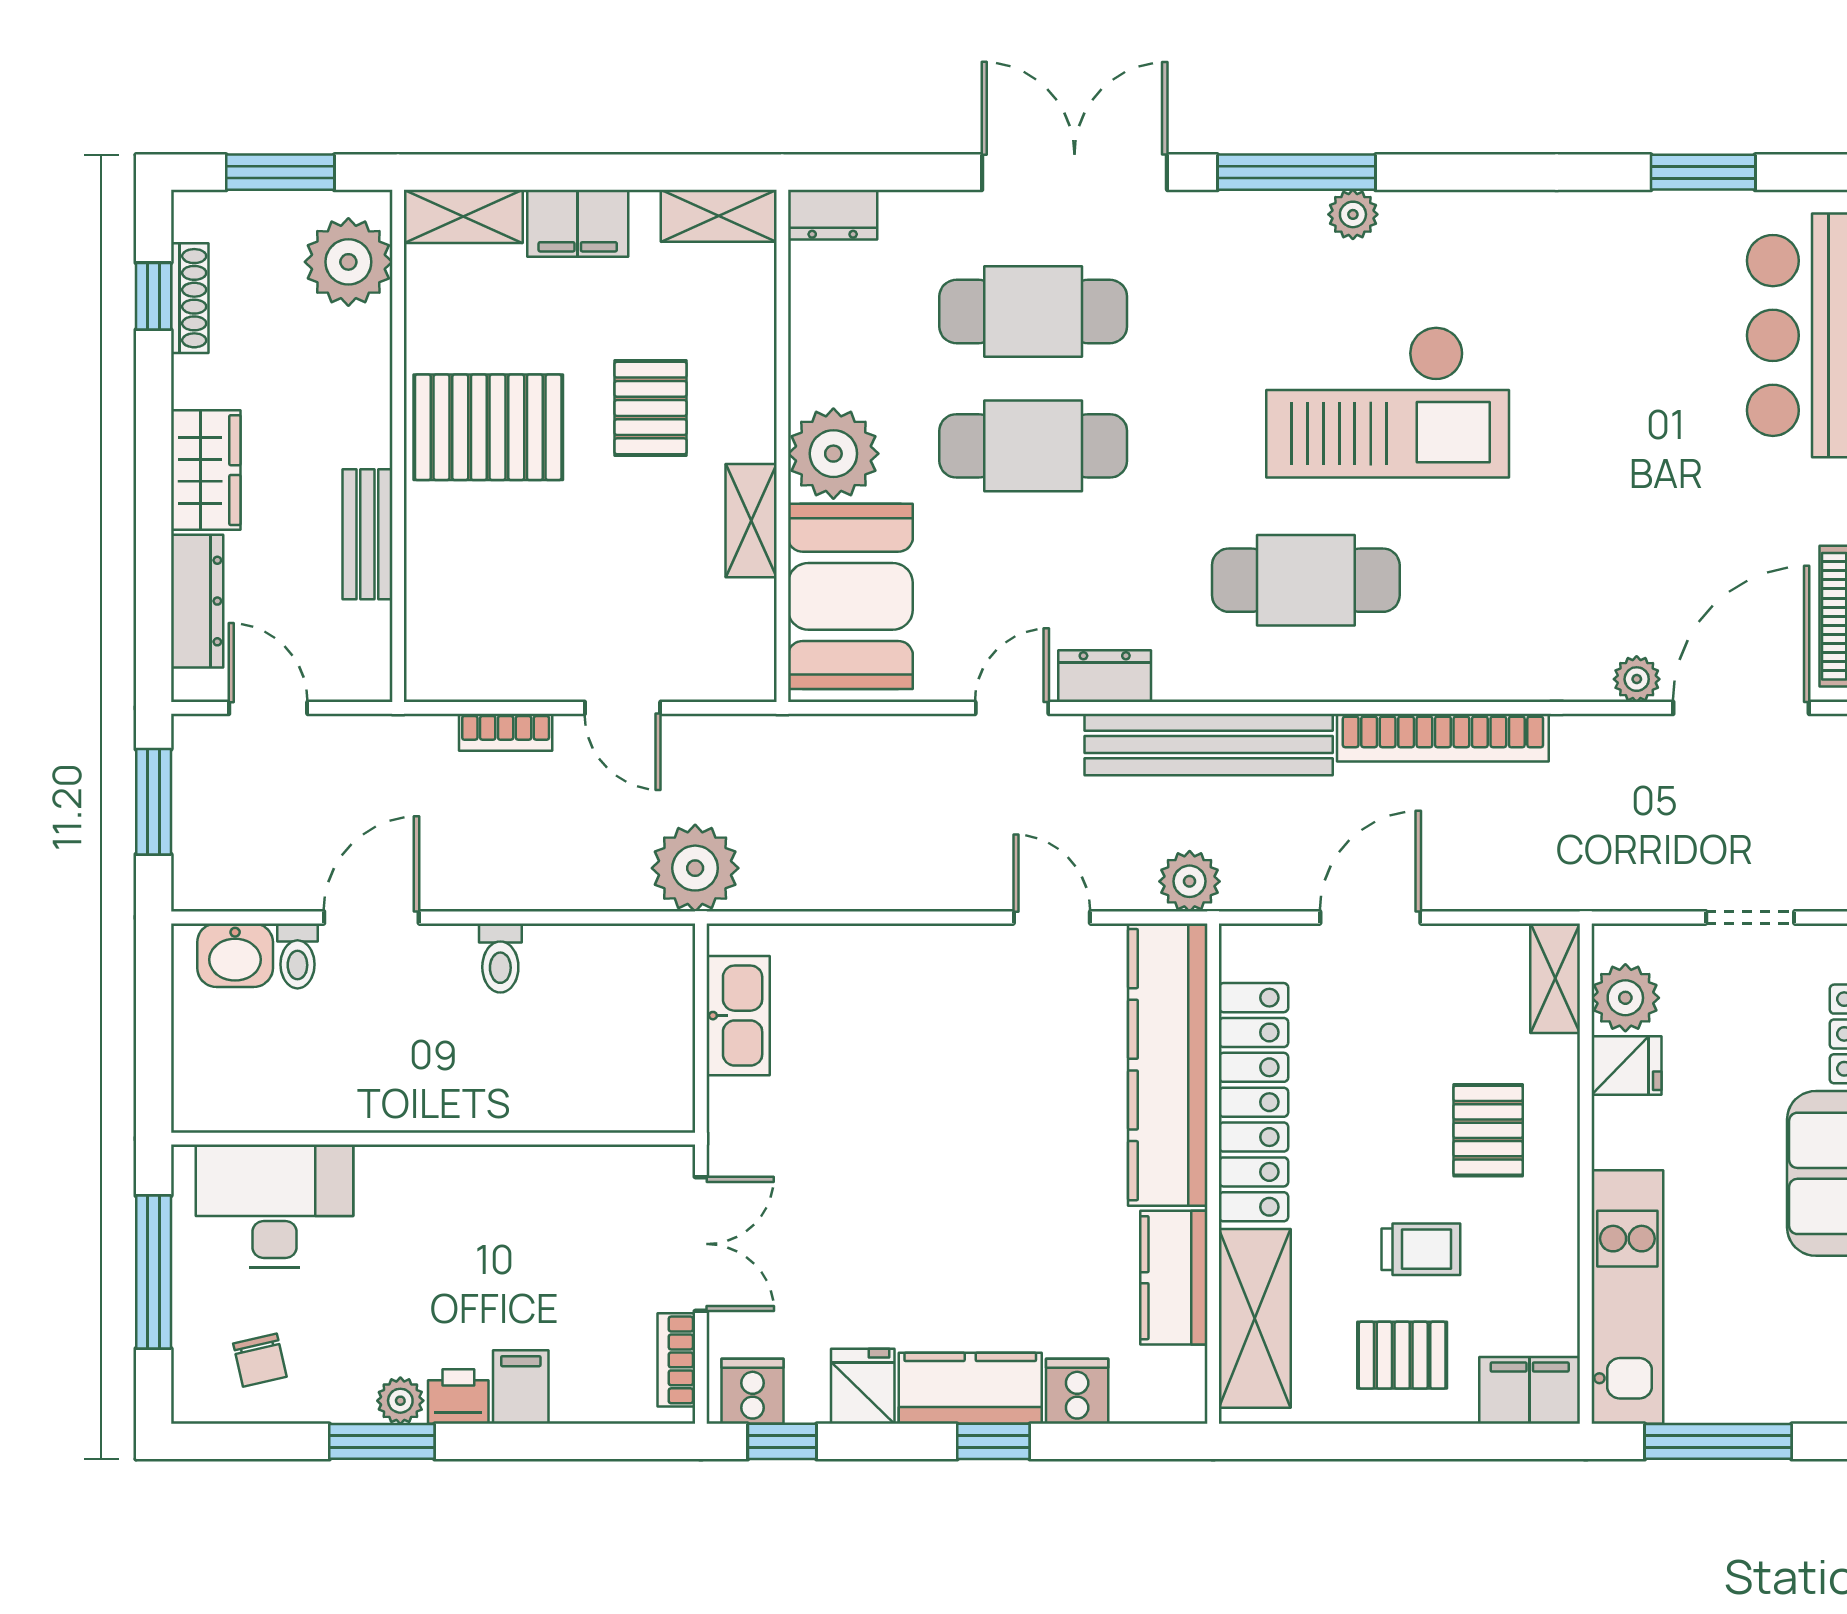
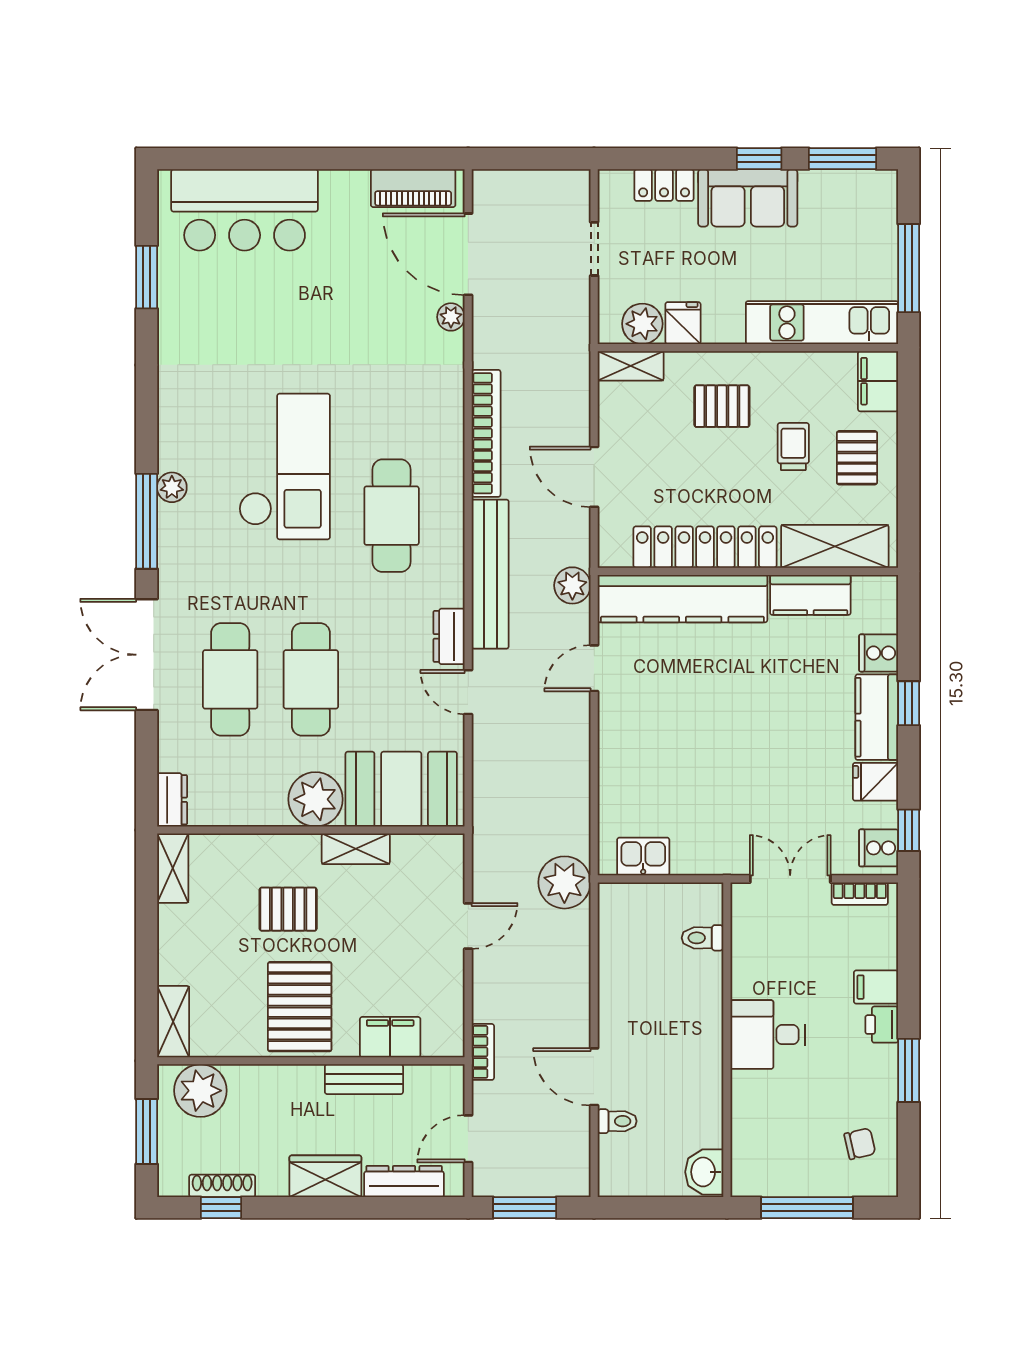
filing cabinet: (578, 223) -> (390, 1037), moved, turned -90
bookcase: (506, 732) -> (483, 1052), moved
washbasin: (235, 955) -> (704, 1172), moved, turned 180
toilet: (500, 958) -> (703, 938), moved, turned 180
kitchen sink: (738, 1016) -> (643, 857), width x0.73
desk: (274, 1206) -> (767, 1035), moved, width x0.73
plant: (400, 1401) -> (884, 1059), removed

